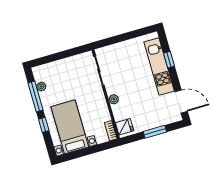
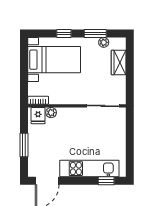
window: (169, 60) -> (106, 181), moved
wardrobe: (56, 68) -> (119, 62), added
window: (36, 96) -> (95, 34), width x0.69
plant: (114, 99) -> (51, 113), moved

